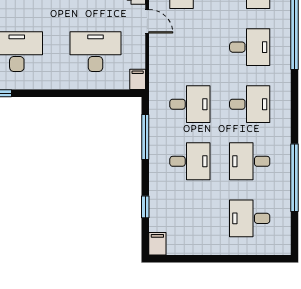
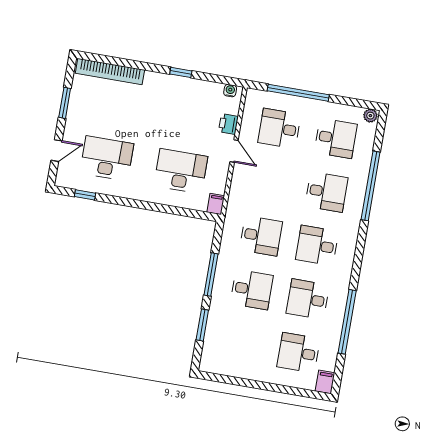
desk: (250, 104) -> (317, 246), turned 180
window: (145, 137) -> (211, 274), moved
window: (145, 207) -> (202, 325), width x1.50
filing cabinet: (157, 244) -> (325, 382), moved

